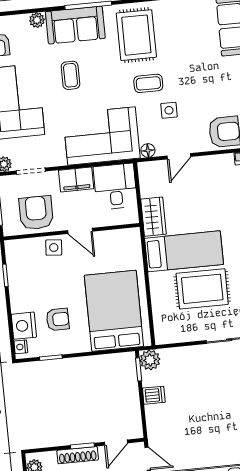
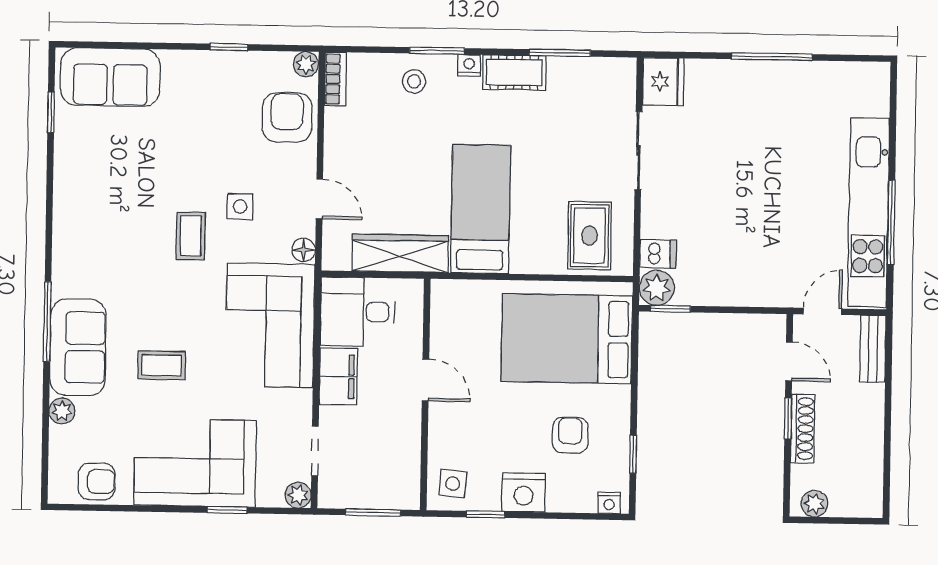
rug: (136, 35) -> (107, 247), removed
armchair: (36, 213) -> (386, 450), removed
wardrobe: (153, 217) -> (400, 253), width x1.50
door: (80, 231) -> (426, 380), hinge flipped
side table: (54, 247) -> (453, 484), moved
rug: (202, 289) -> (589, 236), moved, width x0.73, depth x0.70
nightstand: (24, 326) -> (524, 493), moved
dishwasher: (154, 395) -> (658, 254), moved, turned 90

